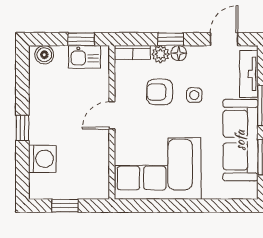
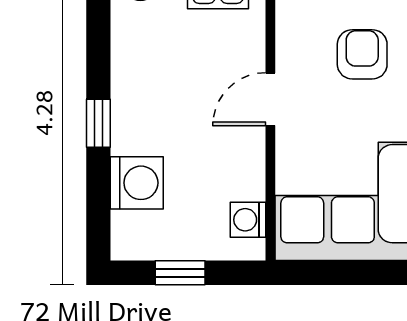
armchair: (160, 92) -> (362, 54), turned 90
washing machine: (100, 178) -> (248, 220), added

